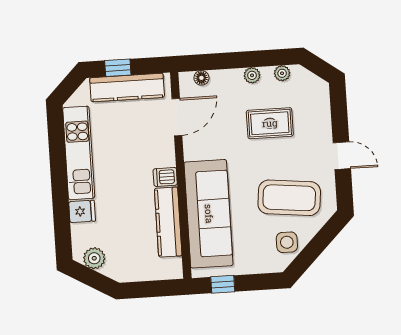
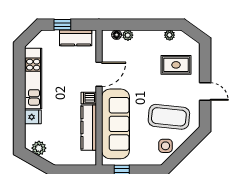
plant: (252, 75) -> (128, 35), moved
kitchen counter: (127, 88) -> (76, 38), width x0.67
door: (177, 117) -> (99, 74), moved
rug: (270, 123) -> (176, 65), moved

